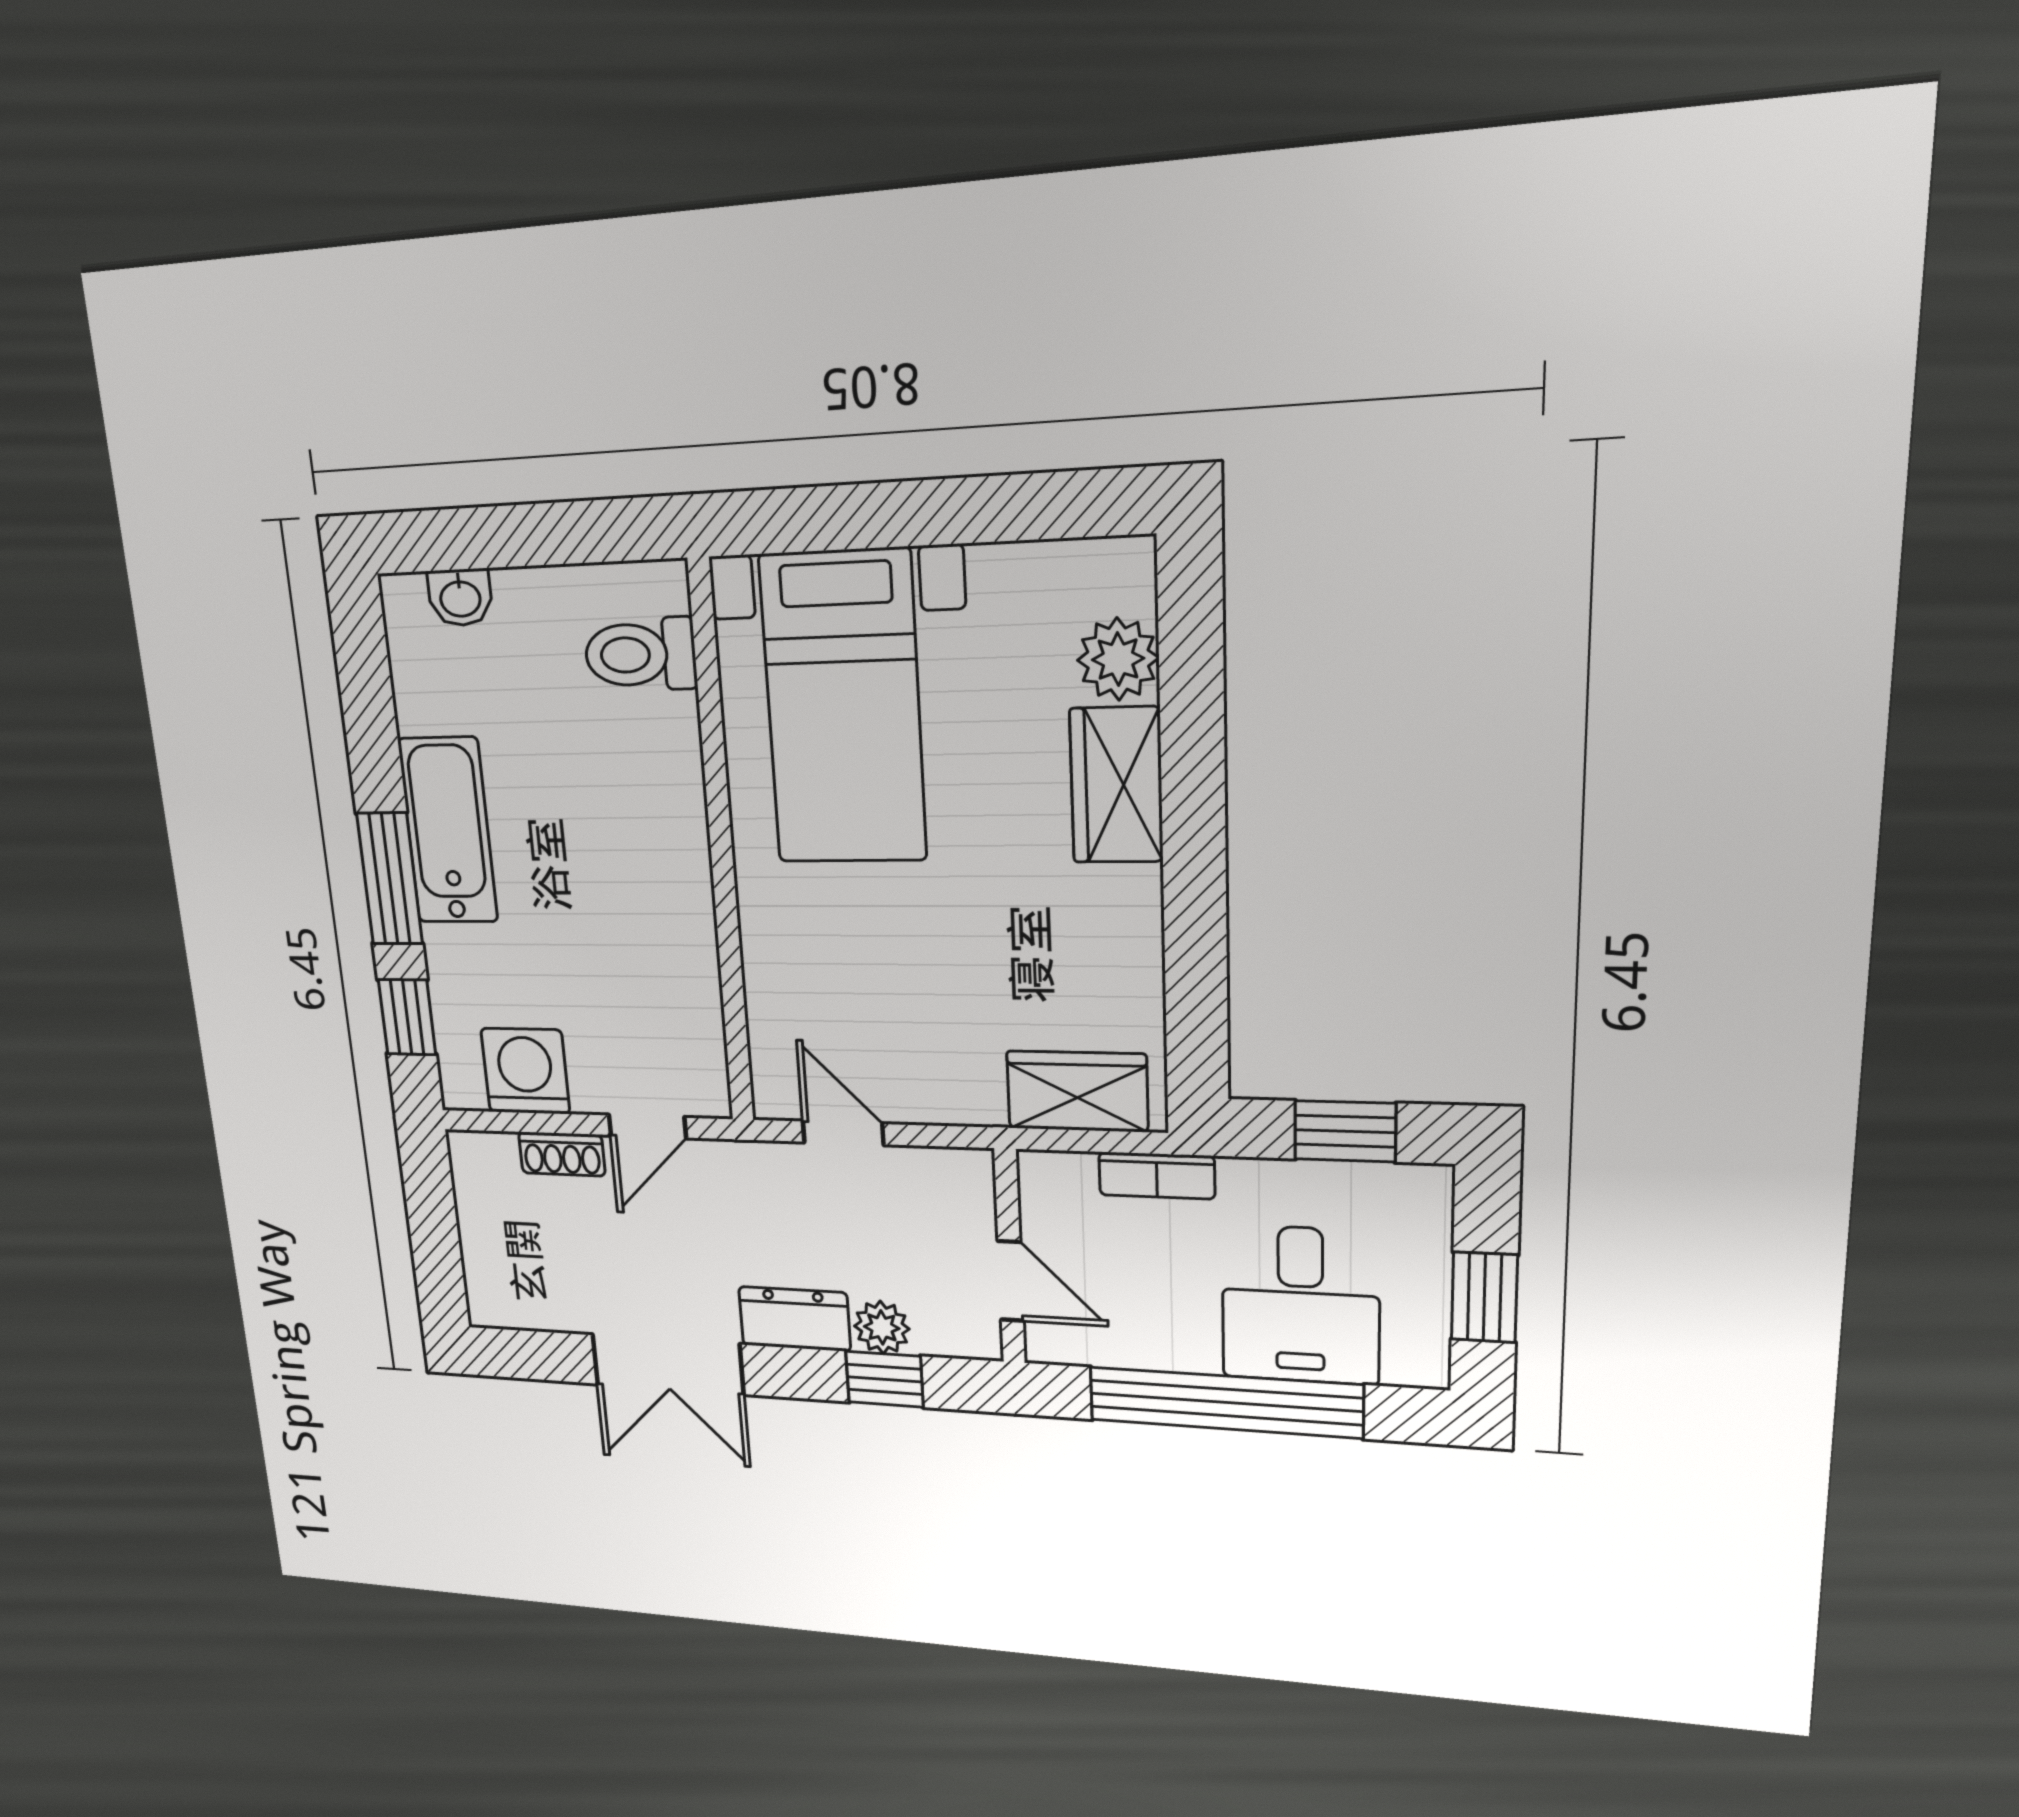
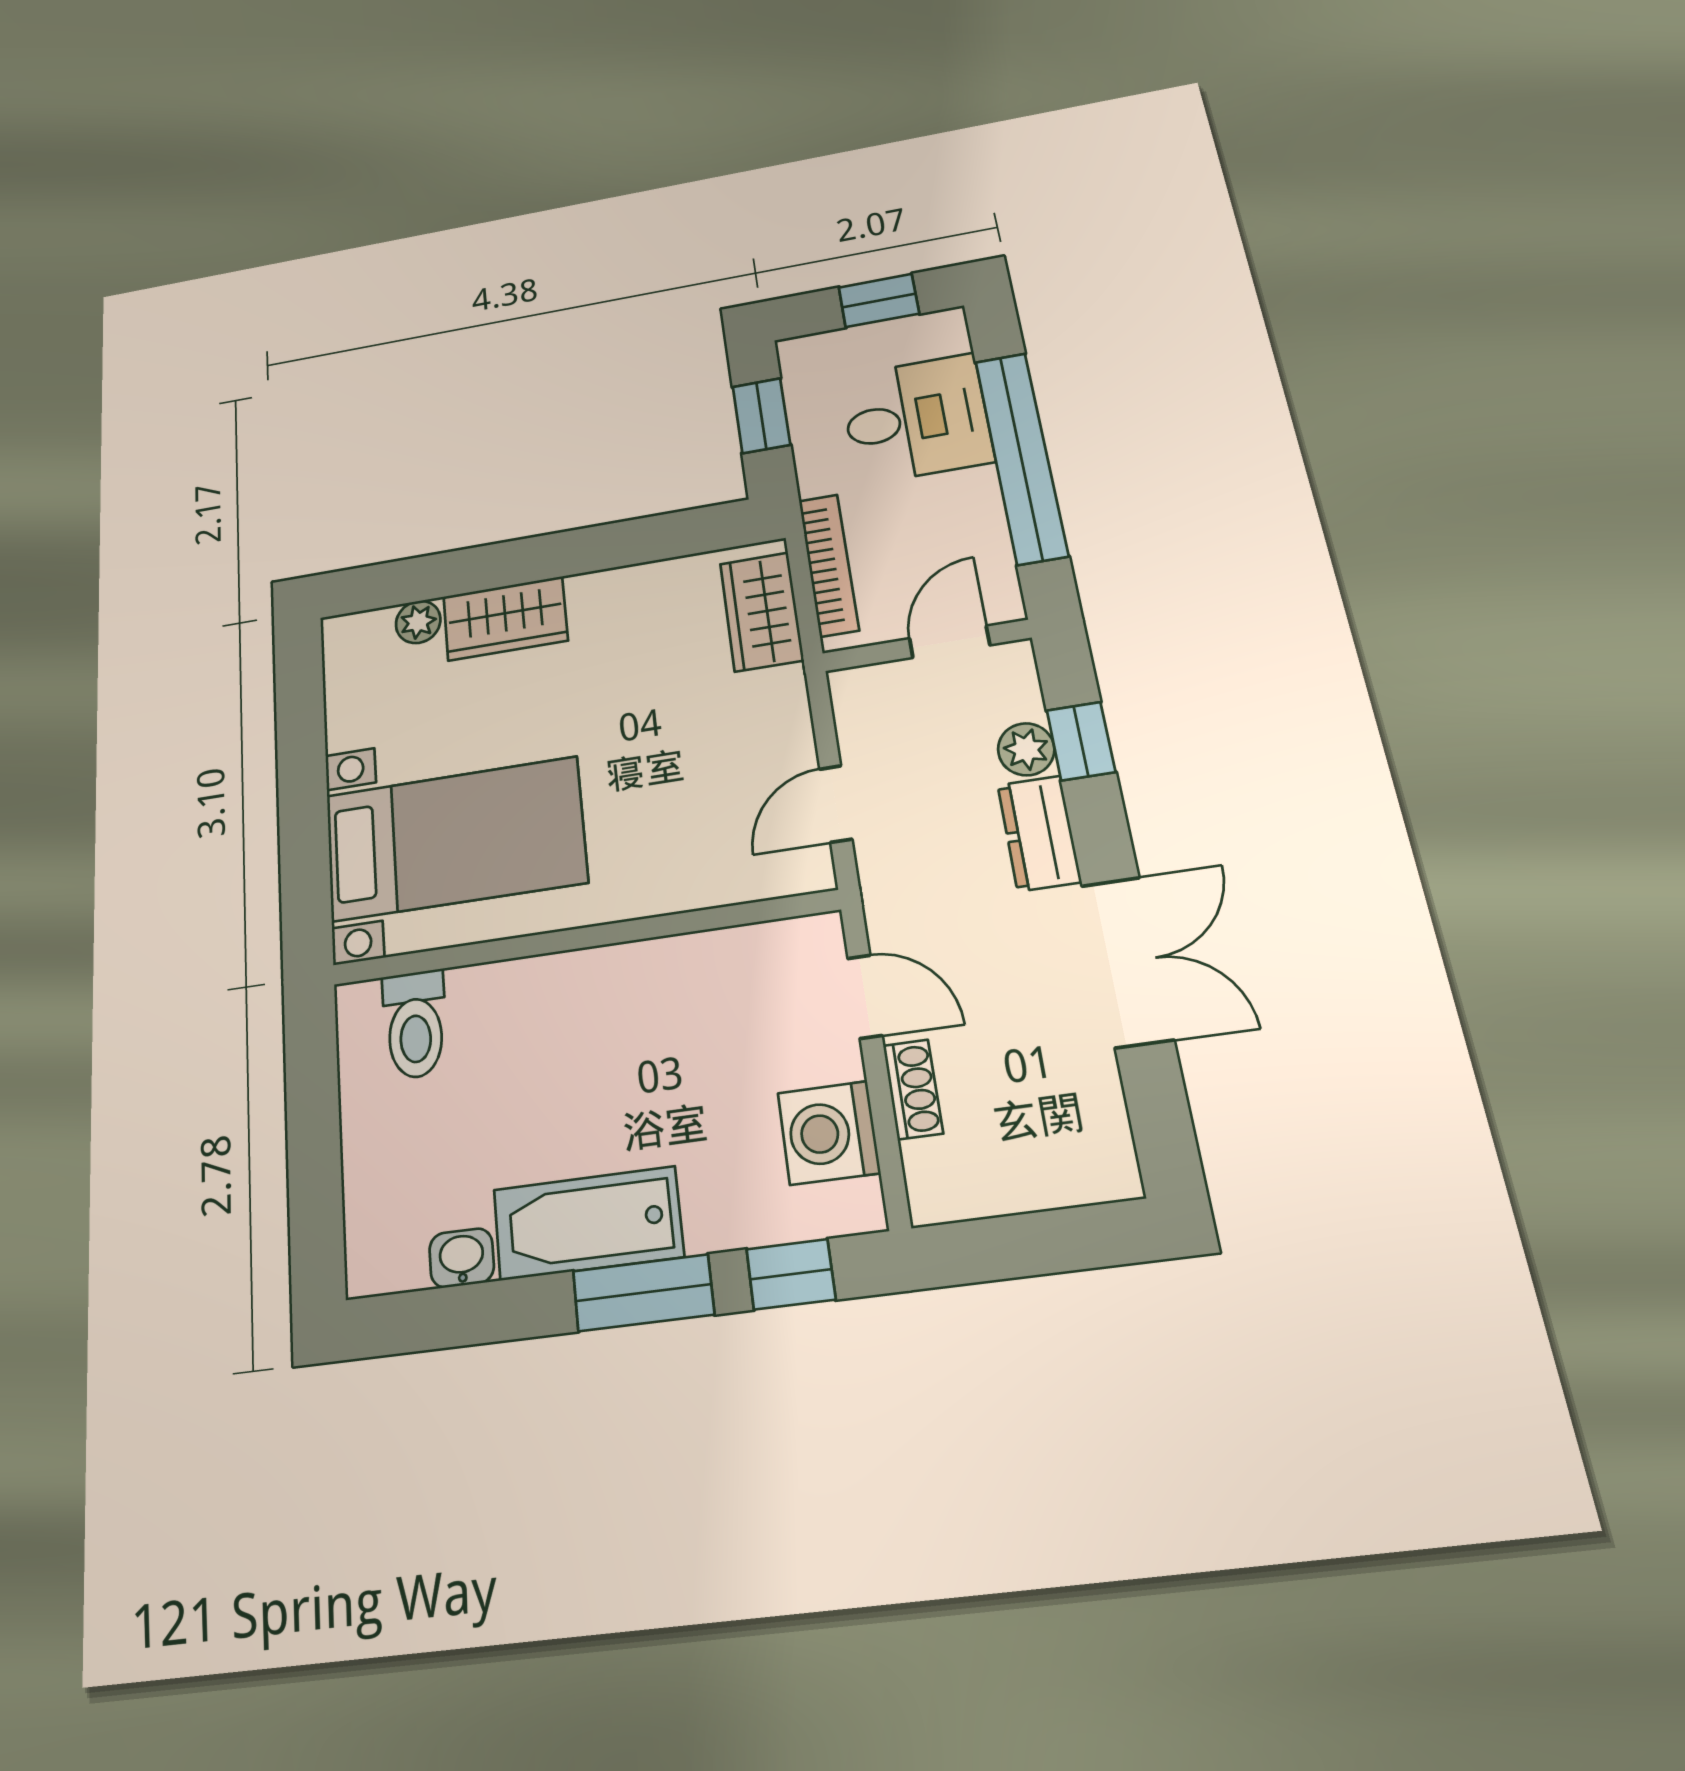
washbasin: (460, 597) -> (462, 1258), moved, turned -90
plant: (1118, 659) -> (418, 622), width x0.73, depth x0.73
bookcase: (1157, 1176) -> (829, 565), width x1.56

